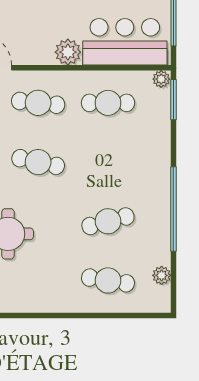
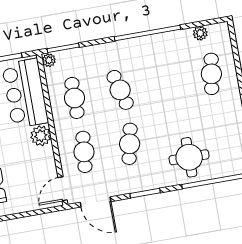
cafe table: (108, 221) -> (120, 90), moved

